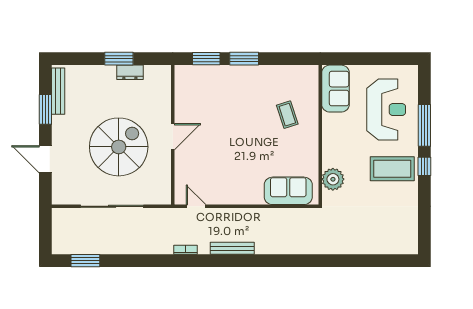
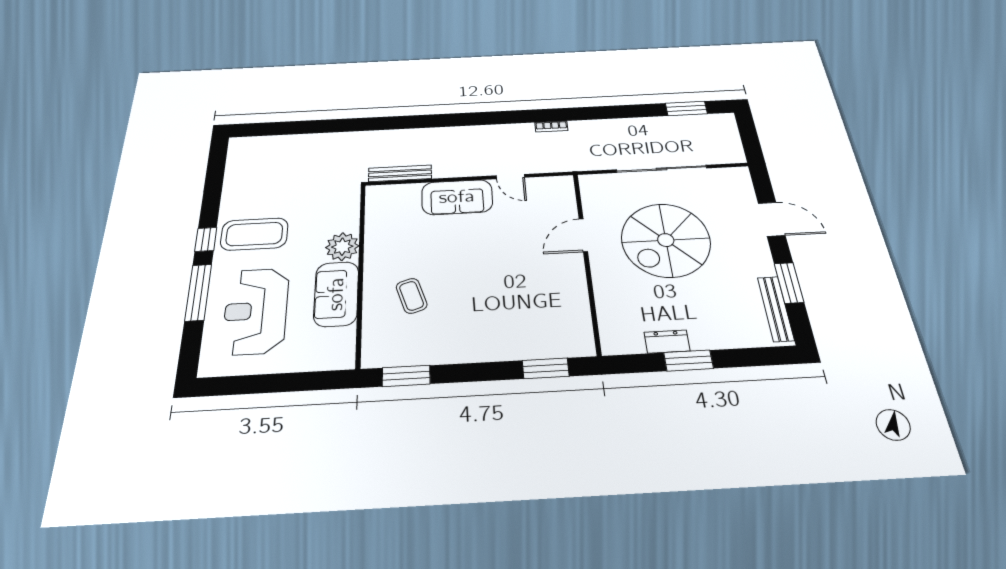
window: (244, 59) -> (406, 376), moved
sofa: (335, 89) -> (336, 294), moved
door: (173, 137) -> (583, 235), moved
plant: (333, 179) -> (342, 247), moved
sofa: (288, 191) -> (457, 197), moved
door: (196, 206) -> (510, 177), moved
bench: (232, 248) -> (400, 173), moved

